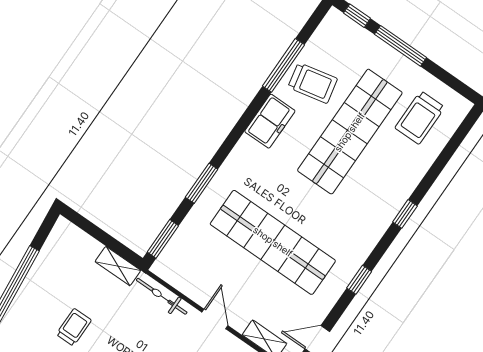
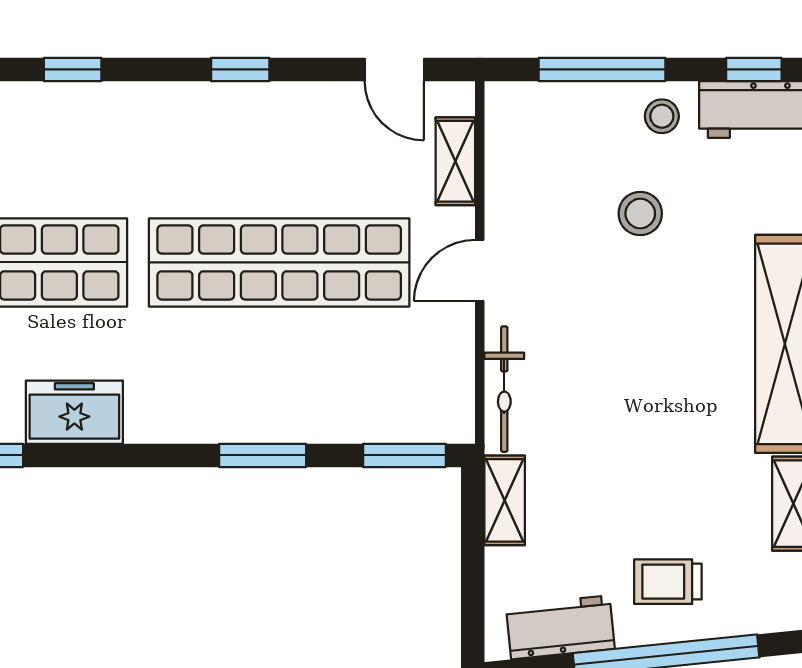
shop shelf: (273, 242) -> (279, 262), turned 90
workbench: (53, 253) -> (560, 627), added
trolley: (74, 327) -> (668, 582), moved

